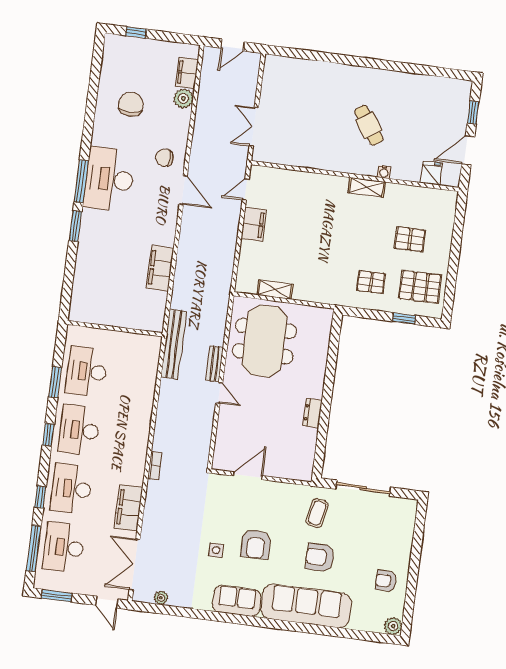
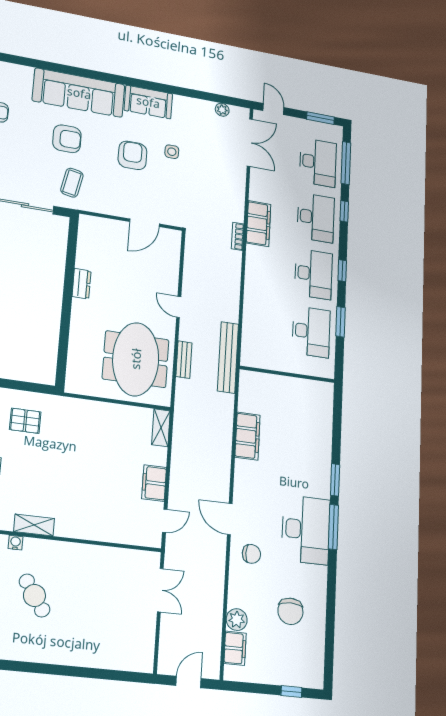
shelving: (275, 290) -> (161, 428), moved, turned 90
bench: (215, 364) -> (184, 360), moved
filing cabinet: (129, 508) -> (258, 224), moved

